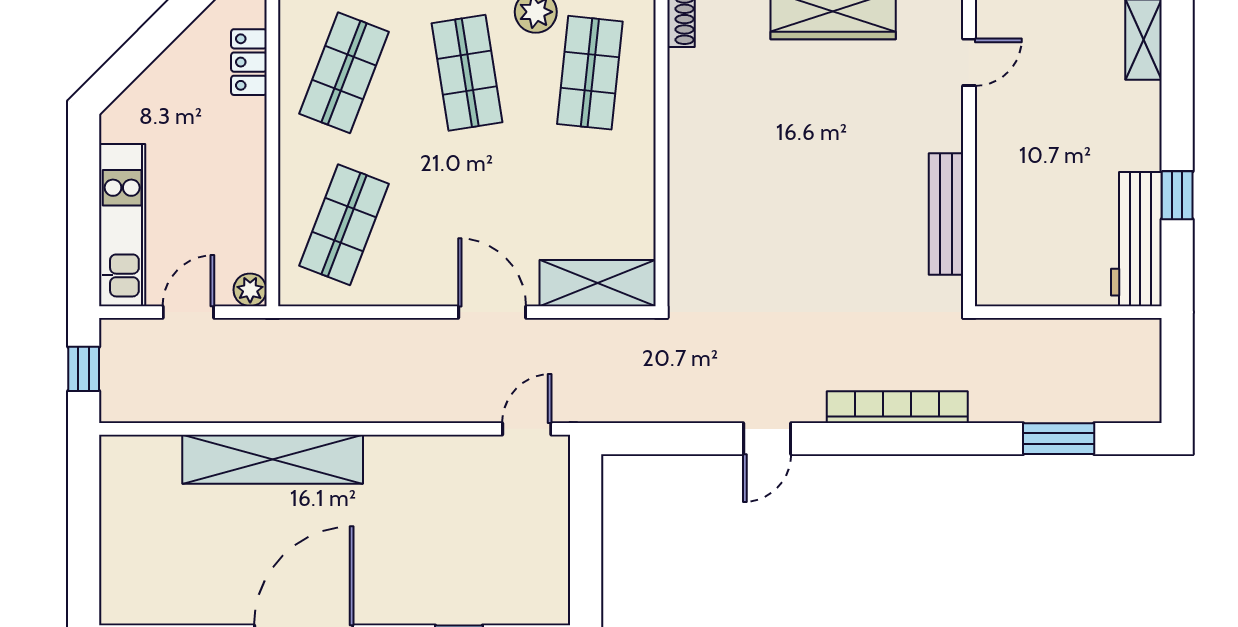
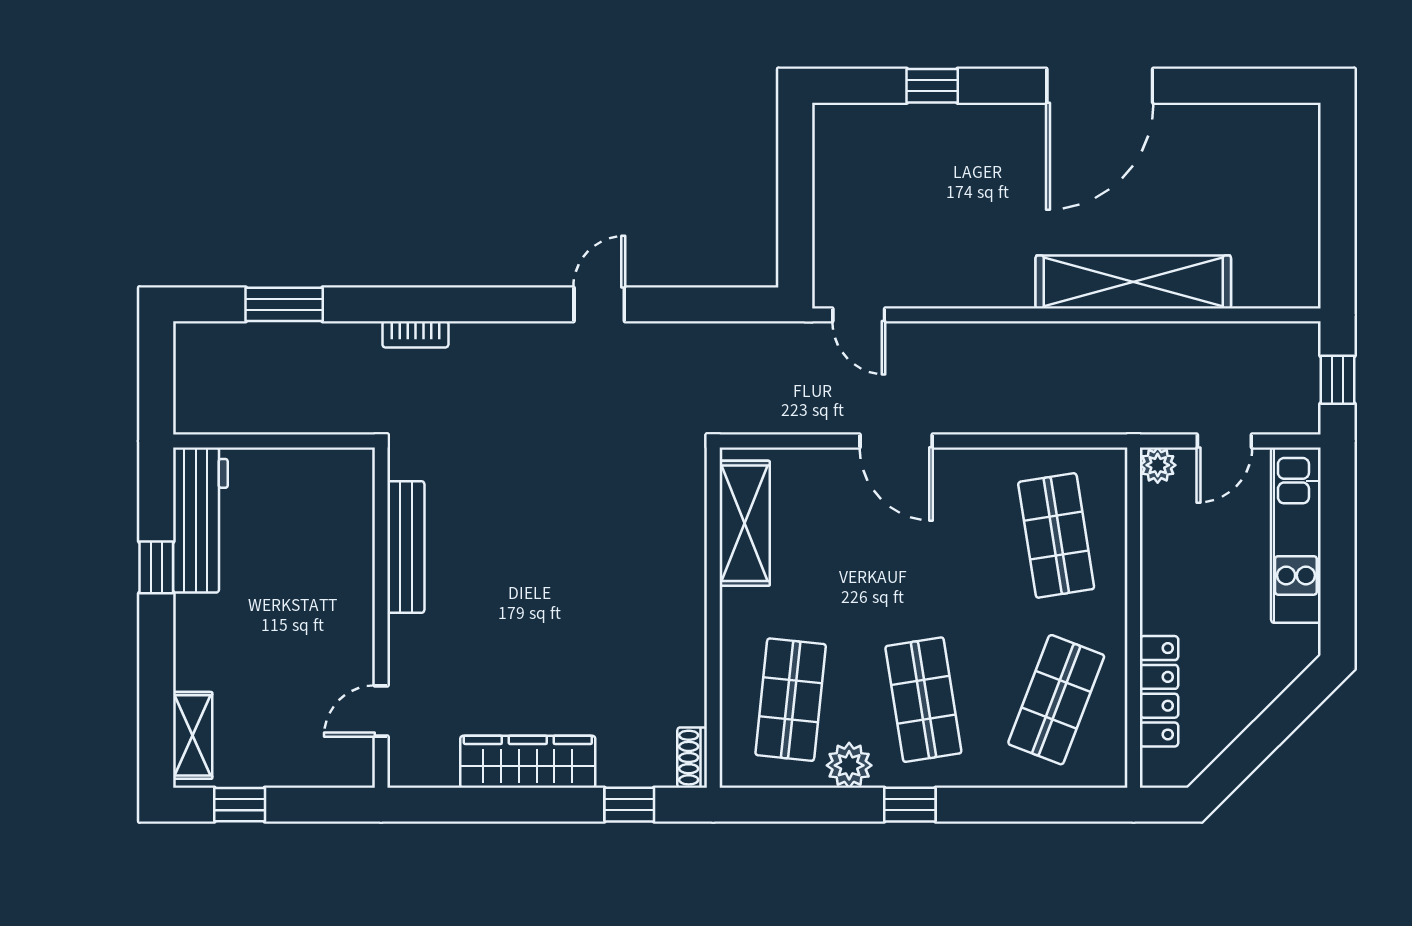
locker: (249, 62) -> (1159, 691), width x1.53
shop shelf: (344, 225) -> (1056, 535), turned -30
shelving: (598, 283) -> (745, 523), moved, turned 90
bookcase: (897, 407) -> (415, 334), width x0.43, depth x0.76
door: (527, 429) -> (859, 315), hinge flipped

